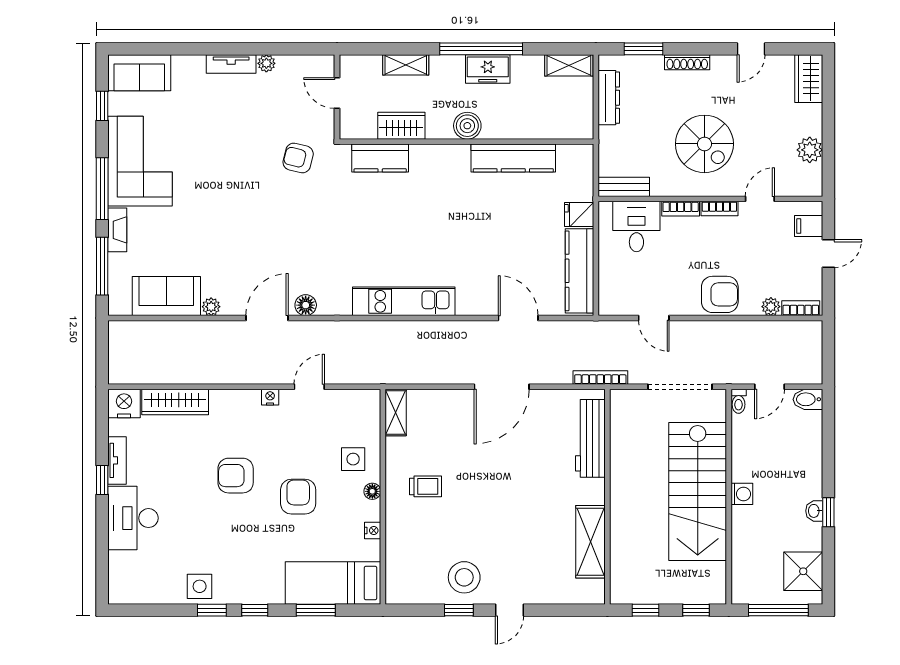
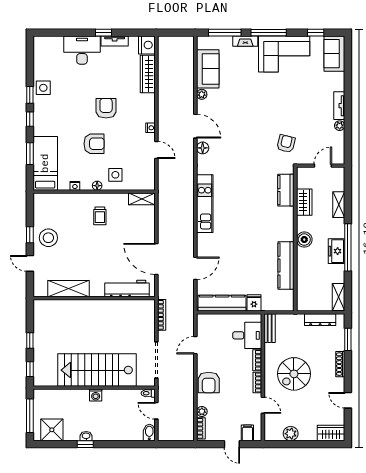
workbench: (590, 438) -> (127, 288), moved
wall: (607, 497) -> (94, 298), moved
shelving: (590, 542) -> (69, 289), moved

